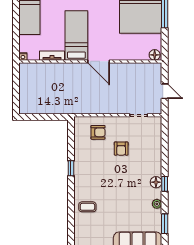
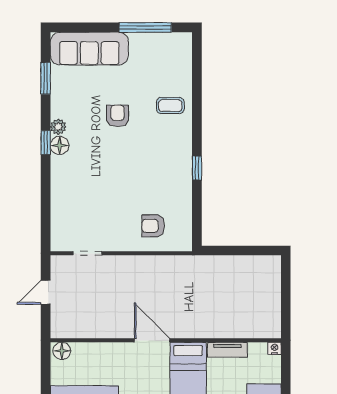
door: (165, 91) -> (46, 292), hinge flipped
armchair: (121, 149) -> (118, 116), moved
plant: (157, 204) -> (58, 127), moved

